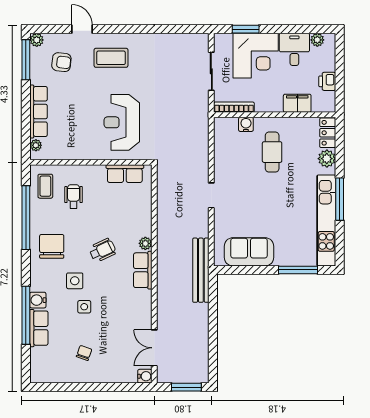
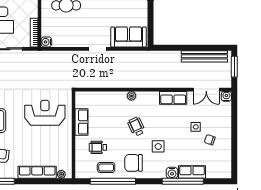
reception desk: (122, 122) -> (45, 113), turned 180
water cooler: (246, 124) -> (46, 42), moved
row of seats: (125, 174) -> (82, 122), moved
coffee table: (45, 186) -> (106, 167), moved
sofa: (249, 252) -> (129, 37), moved, turned 90
row of seats: (143, 270) -> (173, 98), moved
bench: (201, 270) -> (204, 56), moved
side table: (84, 307) -> (196, 127), moved

